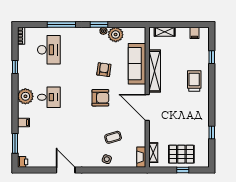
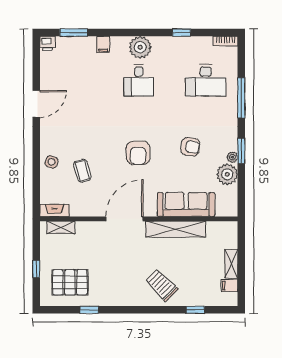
shelving: (165, 32) -> (231, 264), moved
armchair: (104, 70) -> (190, 147), moved
trolley: (194, 81) -> (162, 285), turned -135
pallet: (181, 154) -> (70, 282), moved, turned 90

